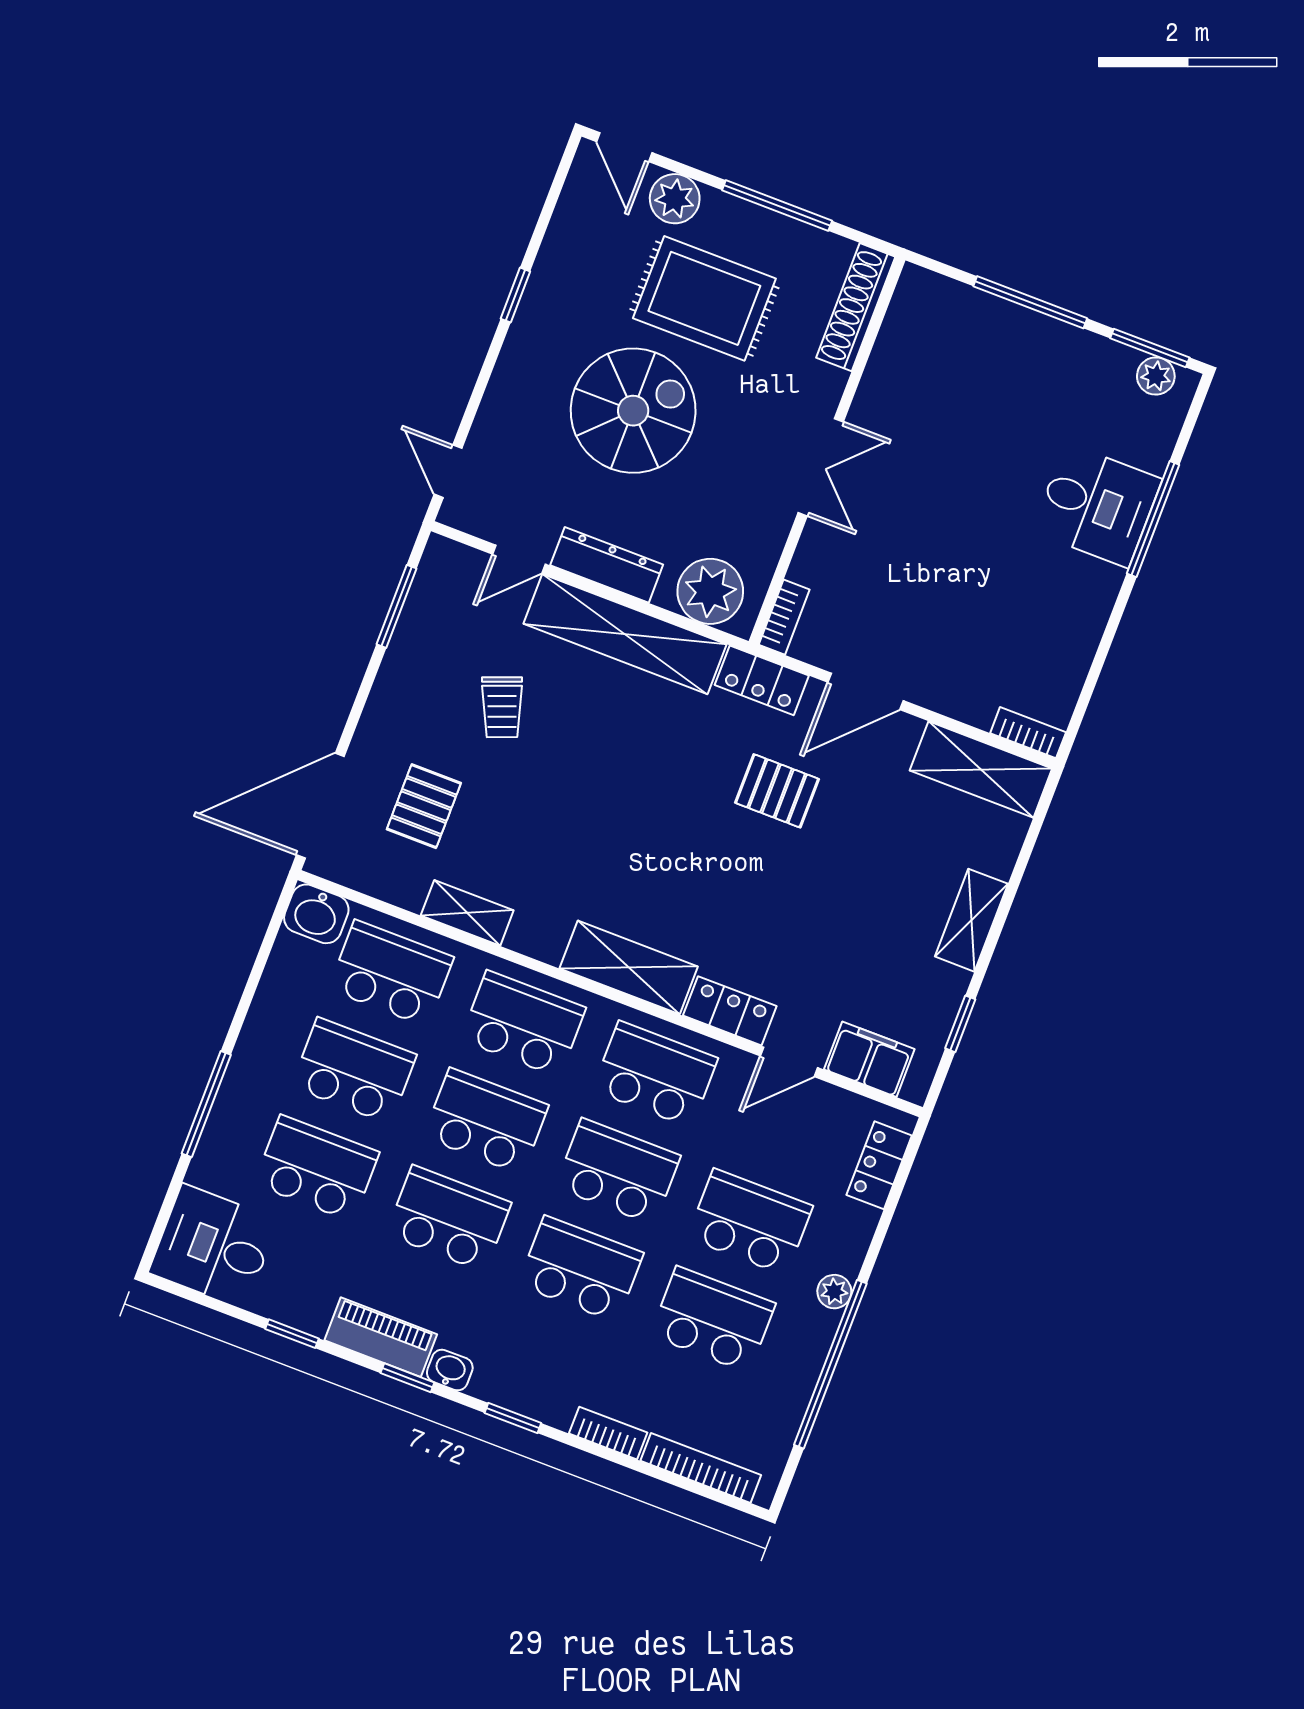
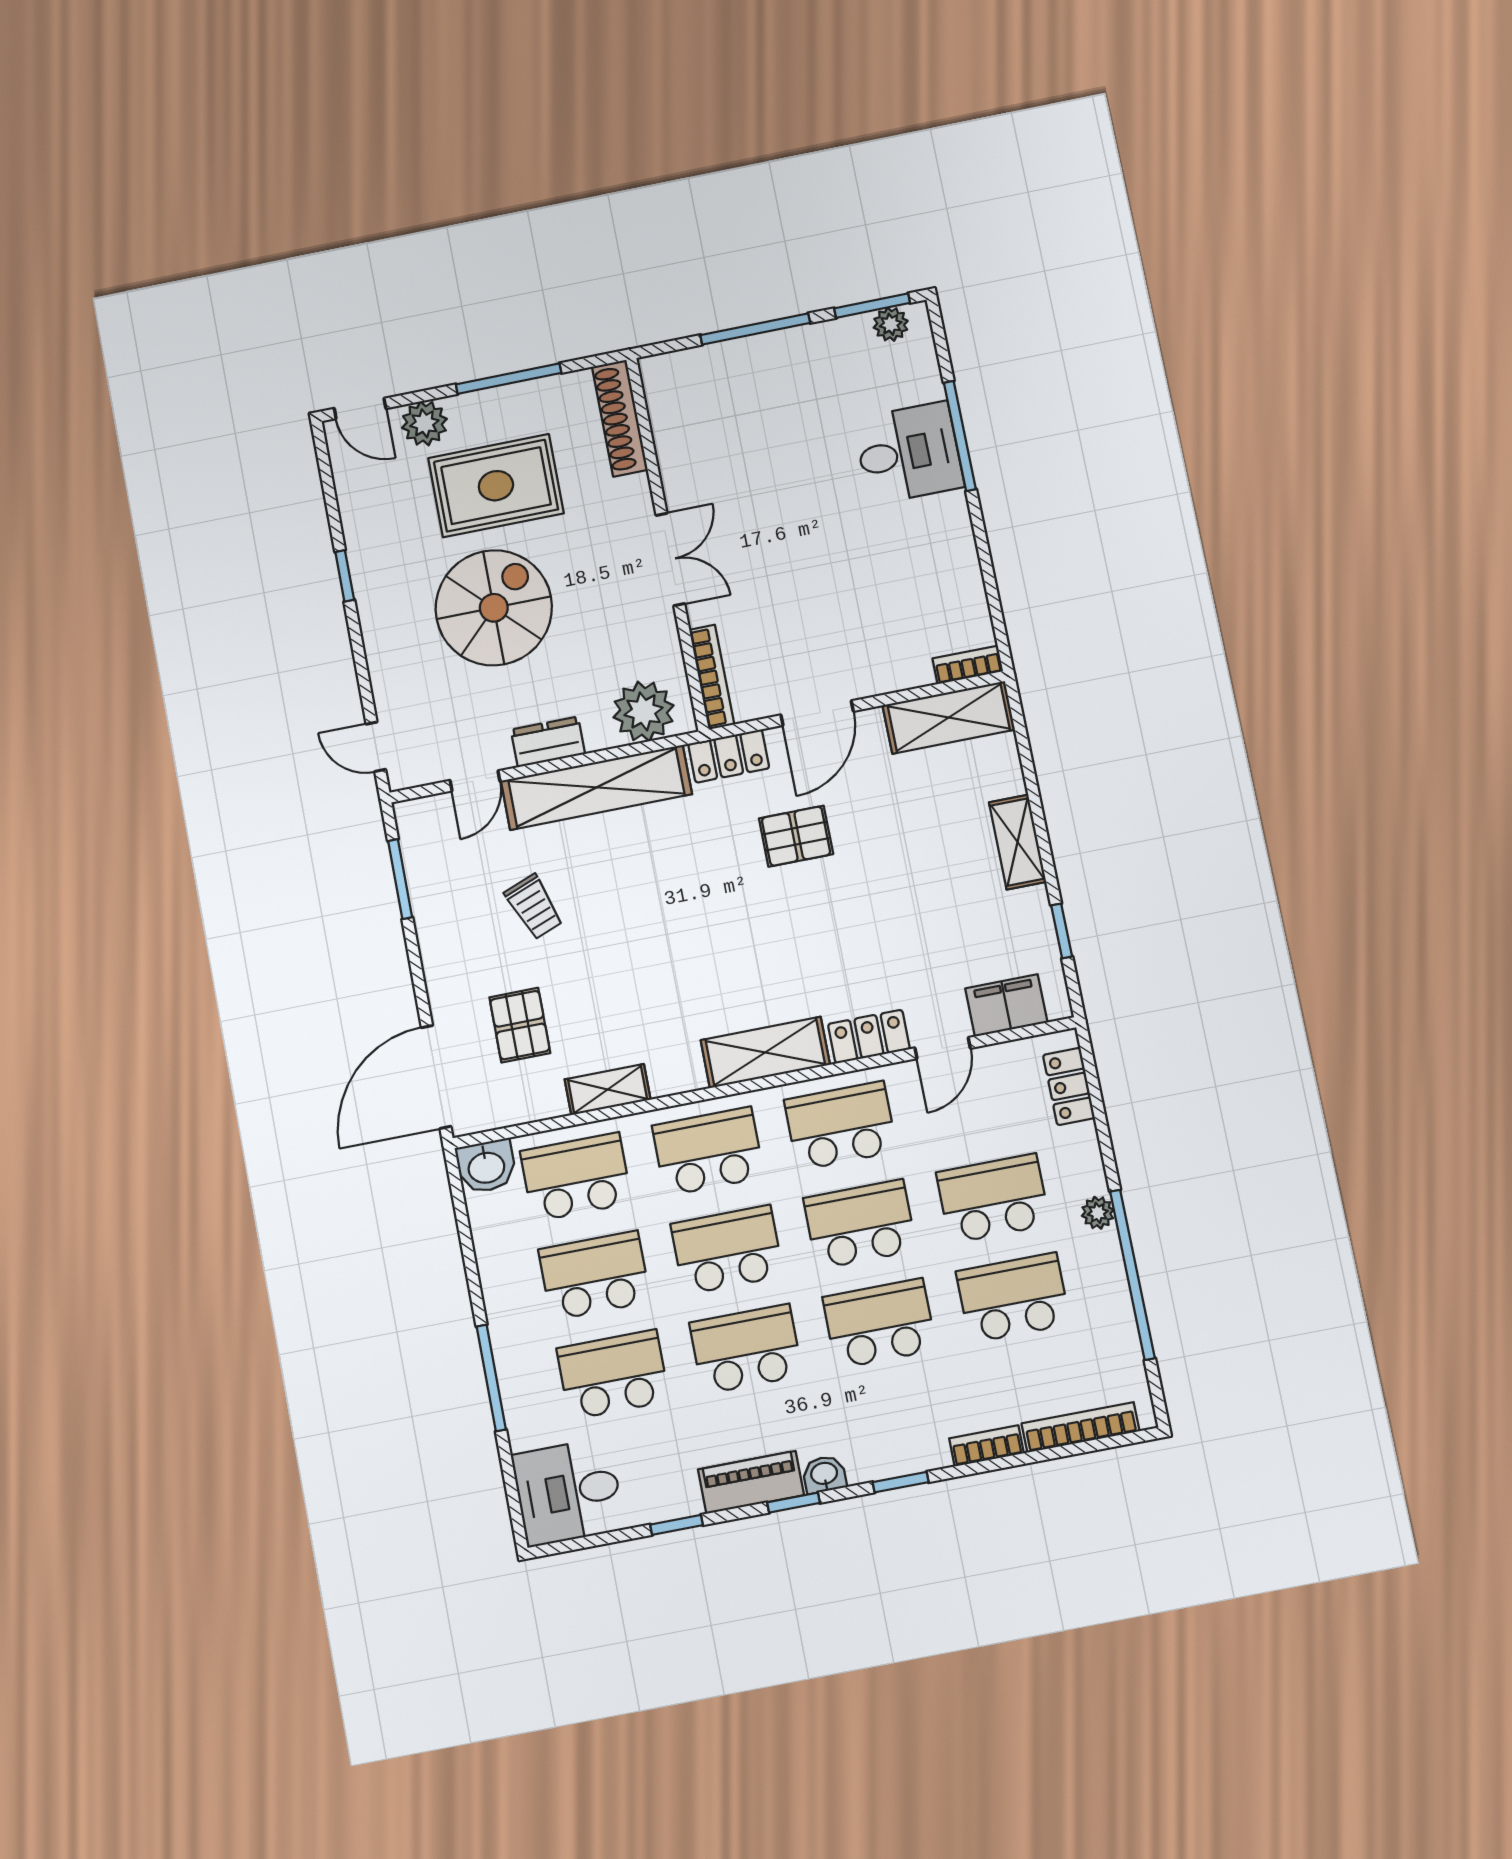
dresser: (607, 565) -> (548, 742), width x0.70
bookcase: (784, 617) -> (712, 677), width x1.56

